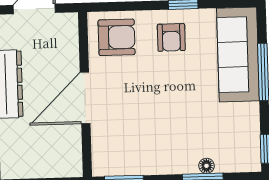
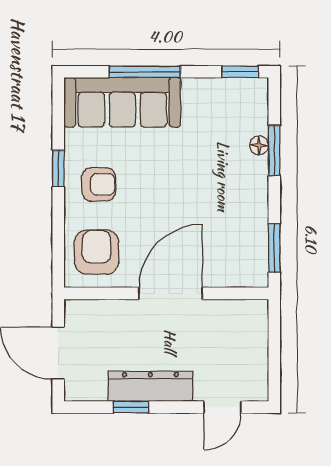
door: (85, 98) -> (171, 293), swing flipped

